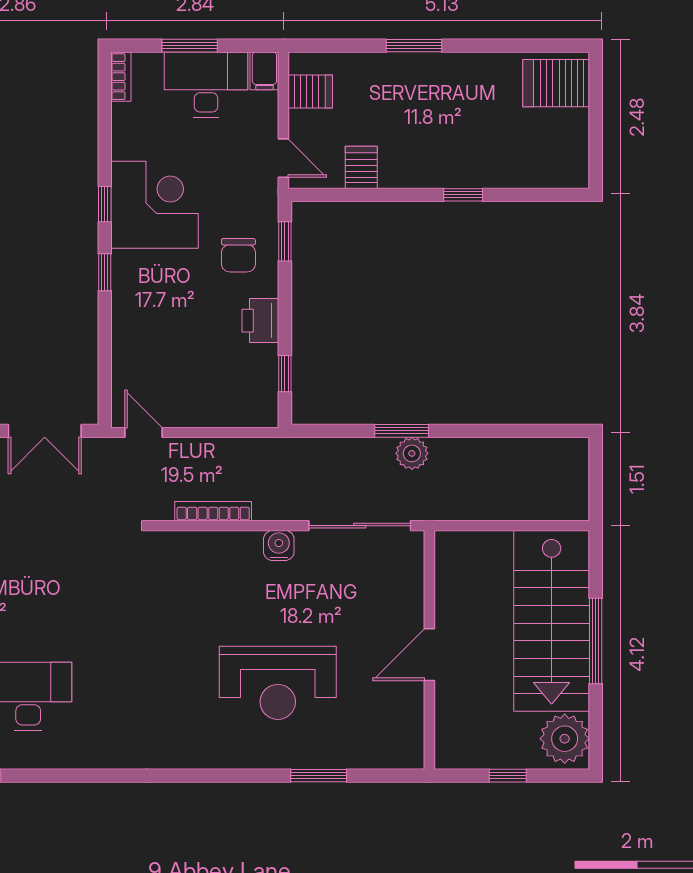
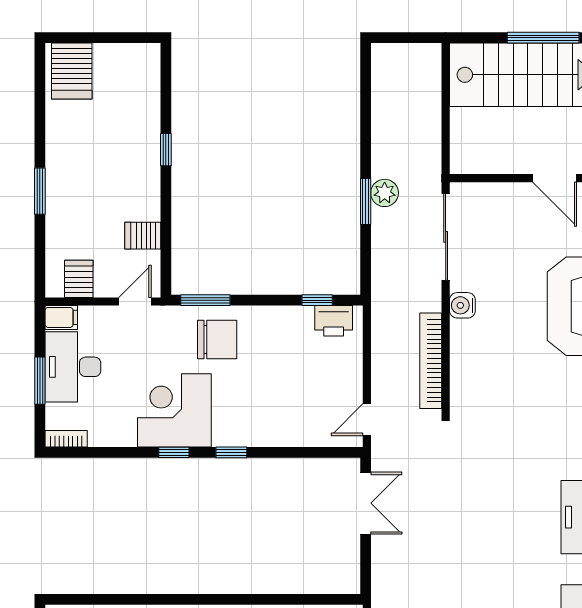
window: (285, 241) -> (205, 300), width x1.50
chair: (238, 255) -> (217, 339), width x1.37, depth x1.37
printer: (260, 321) -> (334, 321), moved
bookcase: (213, 511) -> (431, 361), width x1.48, depth x1.31

